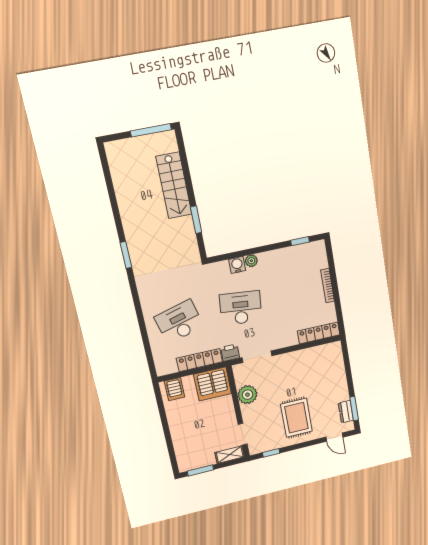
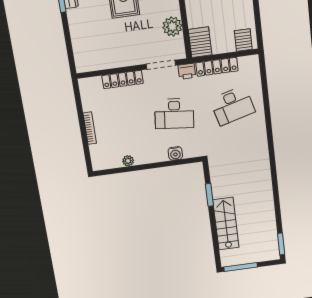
window: (300, 241) -> (116, 171), removed
window: (126, 255) -> (281, 244), moved
plant: (251, 261) -> (128, 161), moved
locker: (319, 333) -> (123, 79), moved
server rack: (213, 384) -> (200, 42), width x0.62

